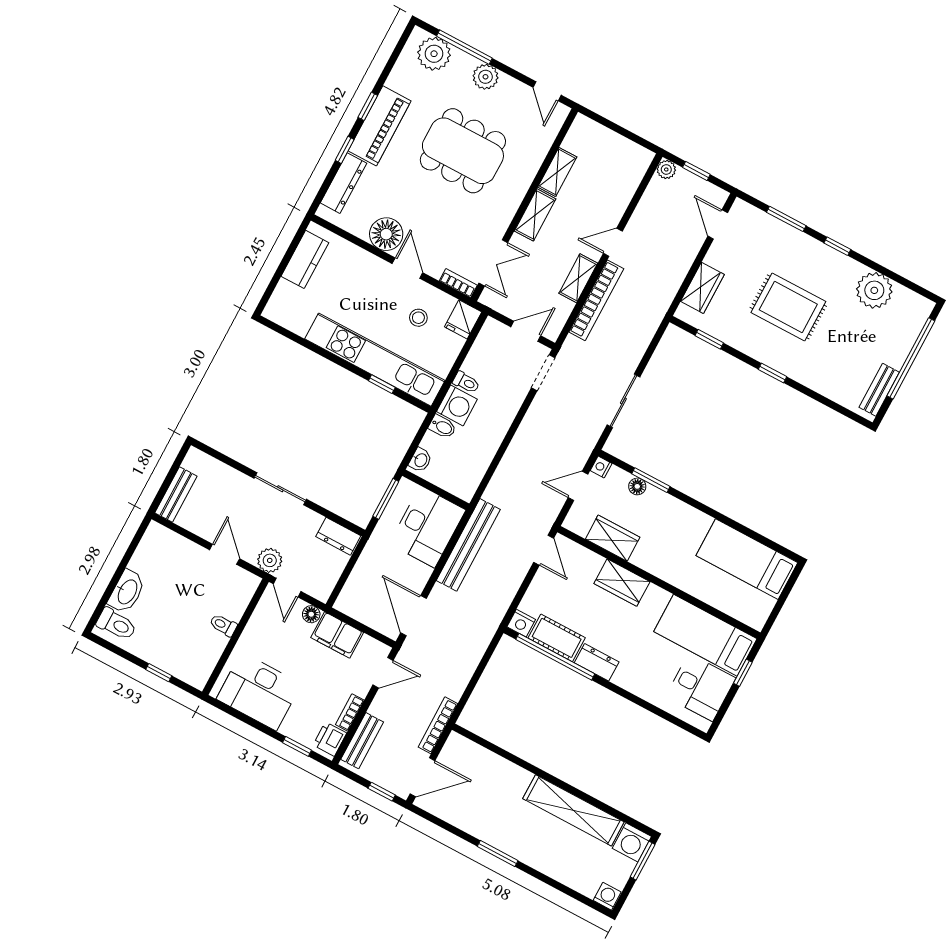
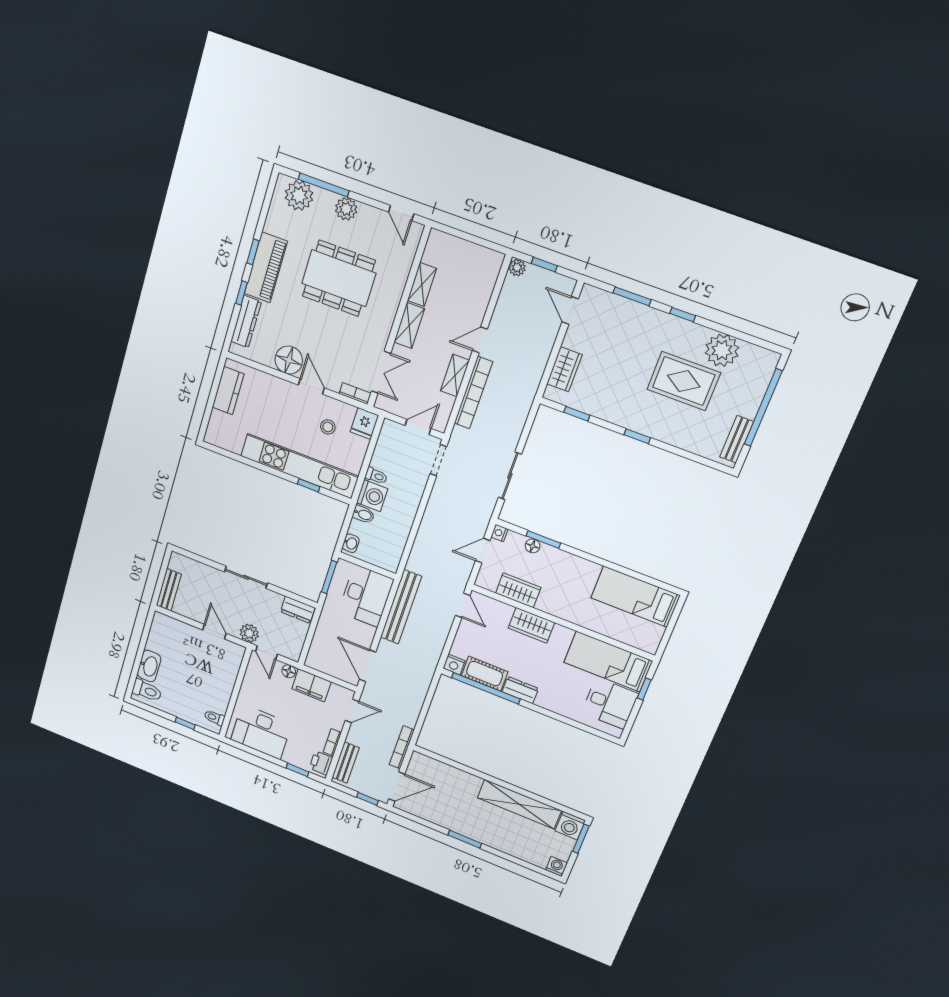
rug: (788, 307) -> (684, 381), moved
toilet: (223, 625) -> (215, 718), moved

